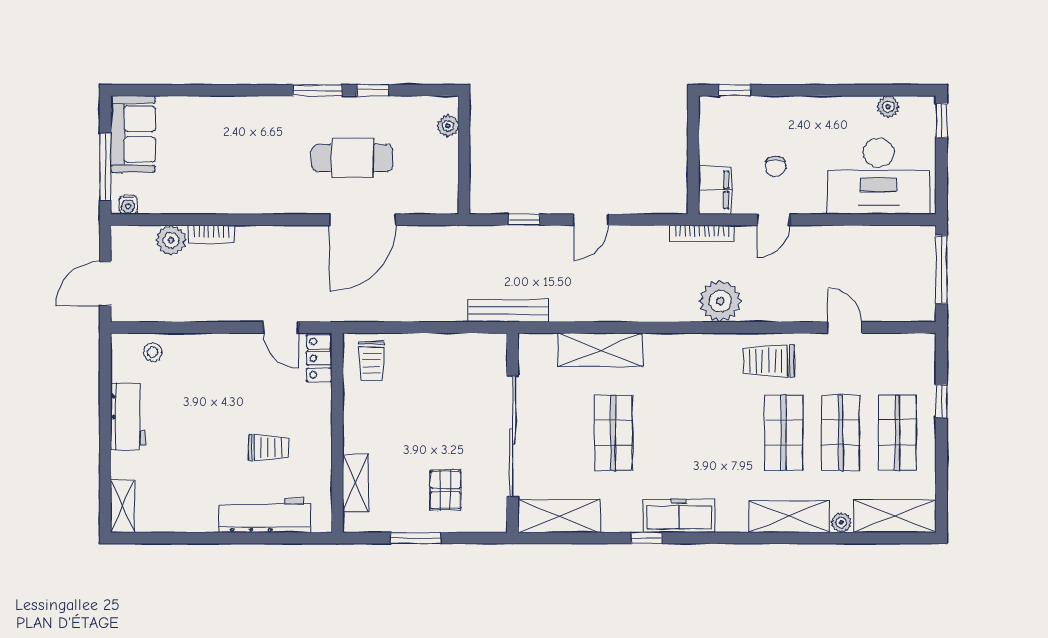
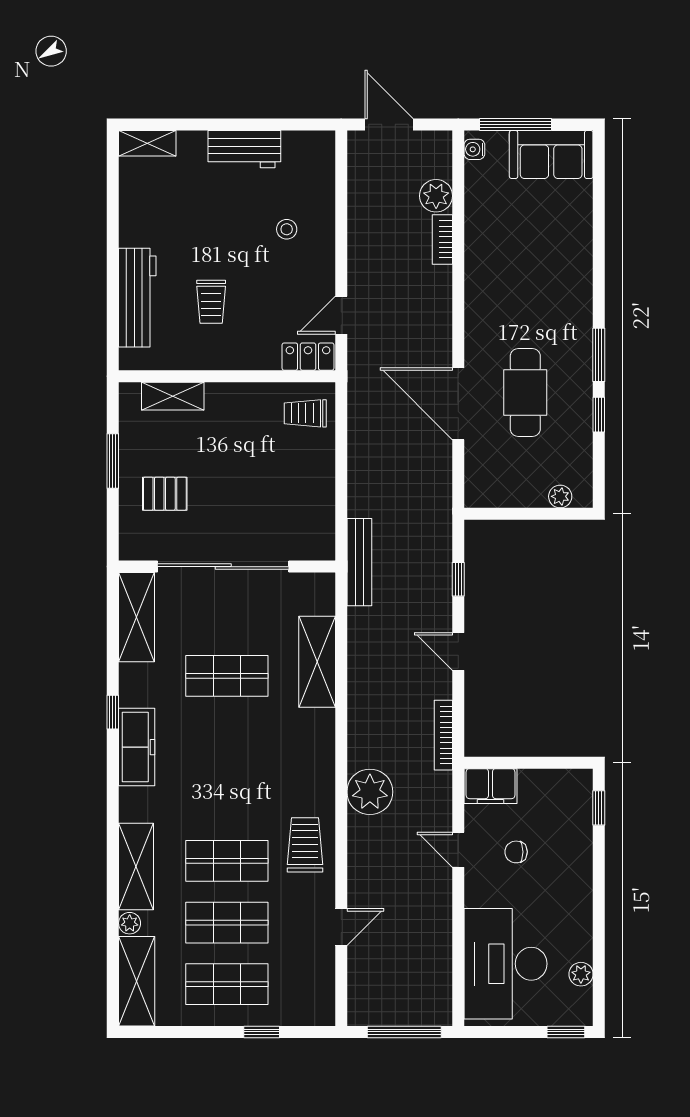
bookcase: (702, 233) -> (443, 735), moved
stool: (153, 352) -> (287, 229), moved

